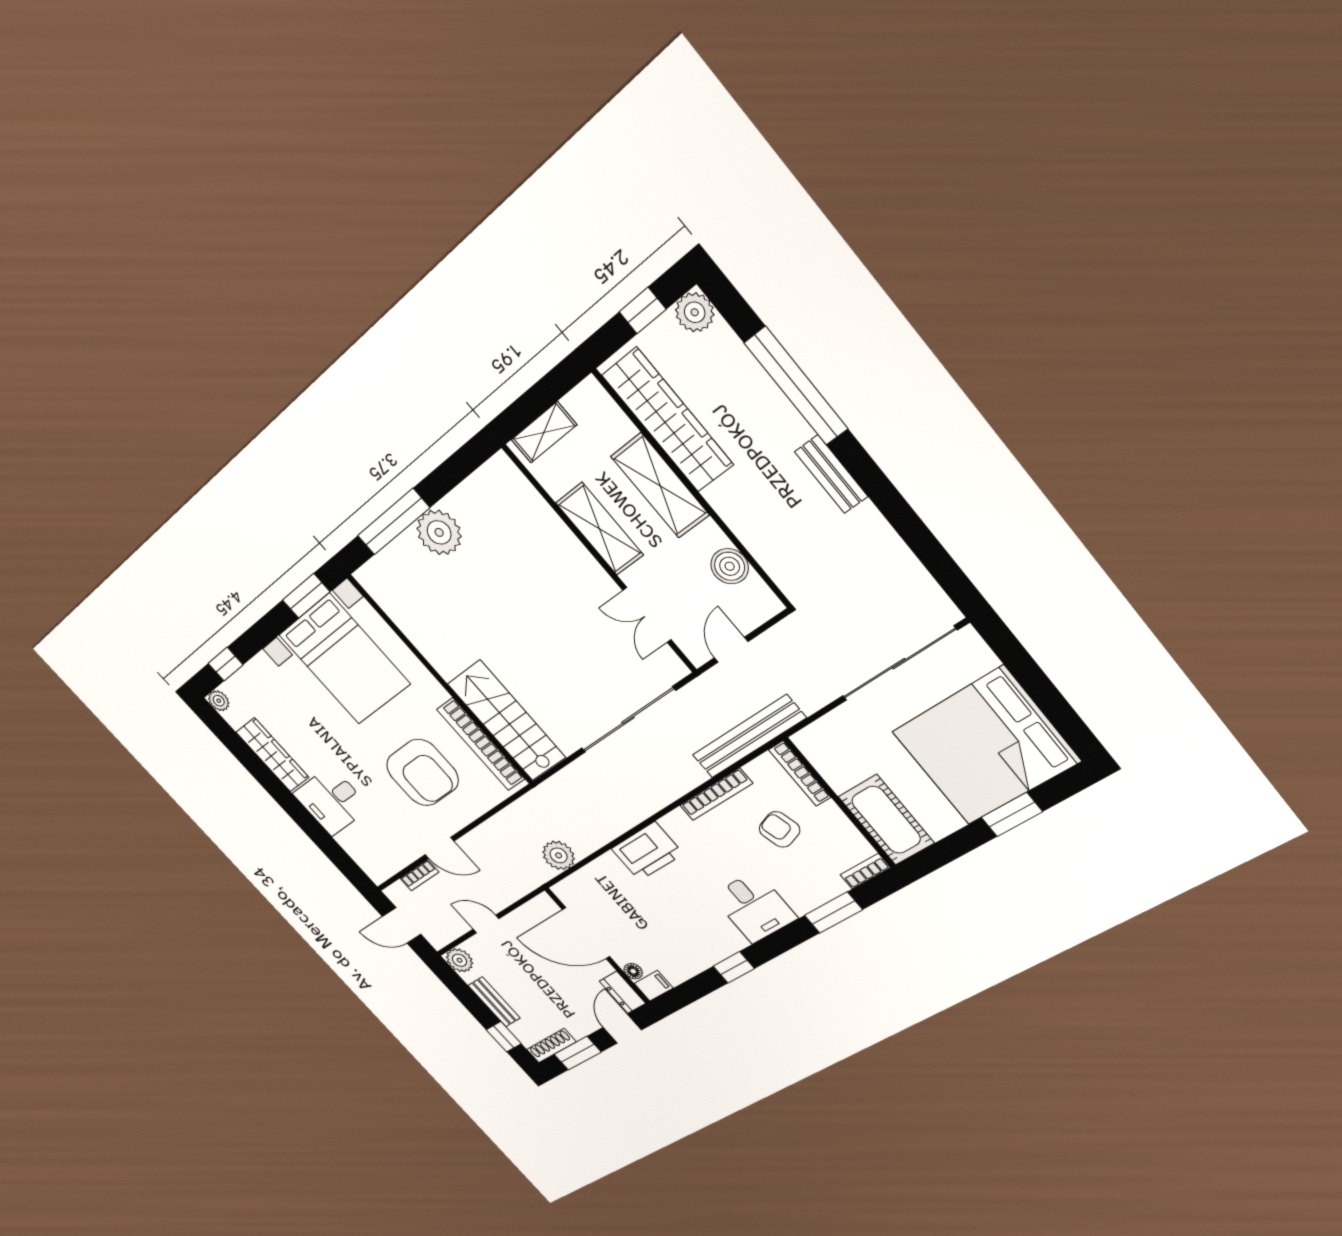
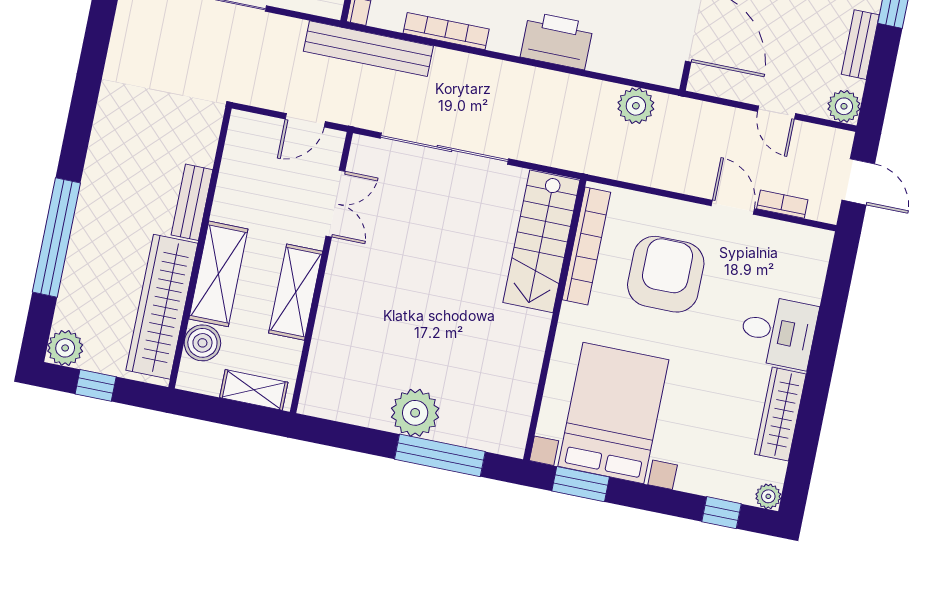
bench: (831, 474) -> (192, 202), moved
boiler: (730, 566) -> (202, 343), moved

